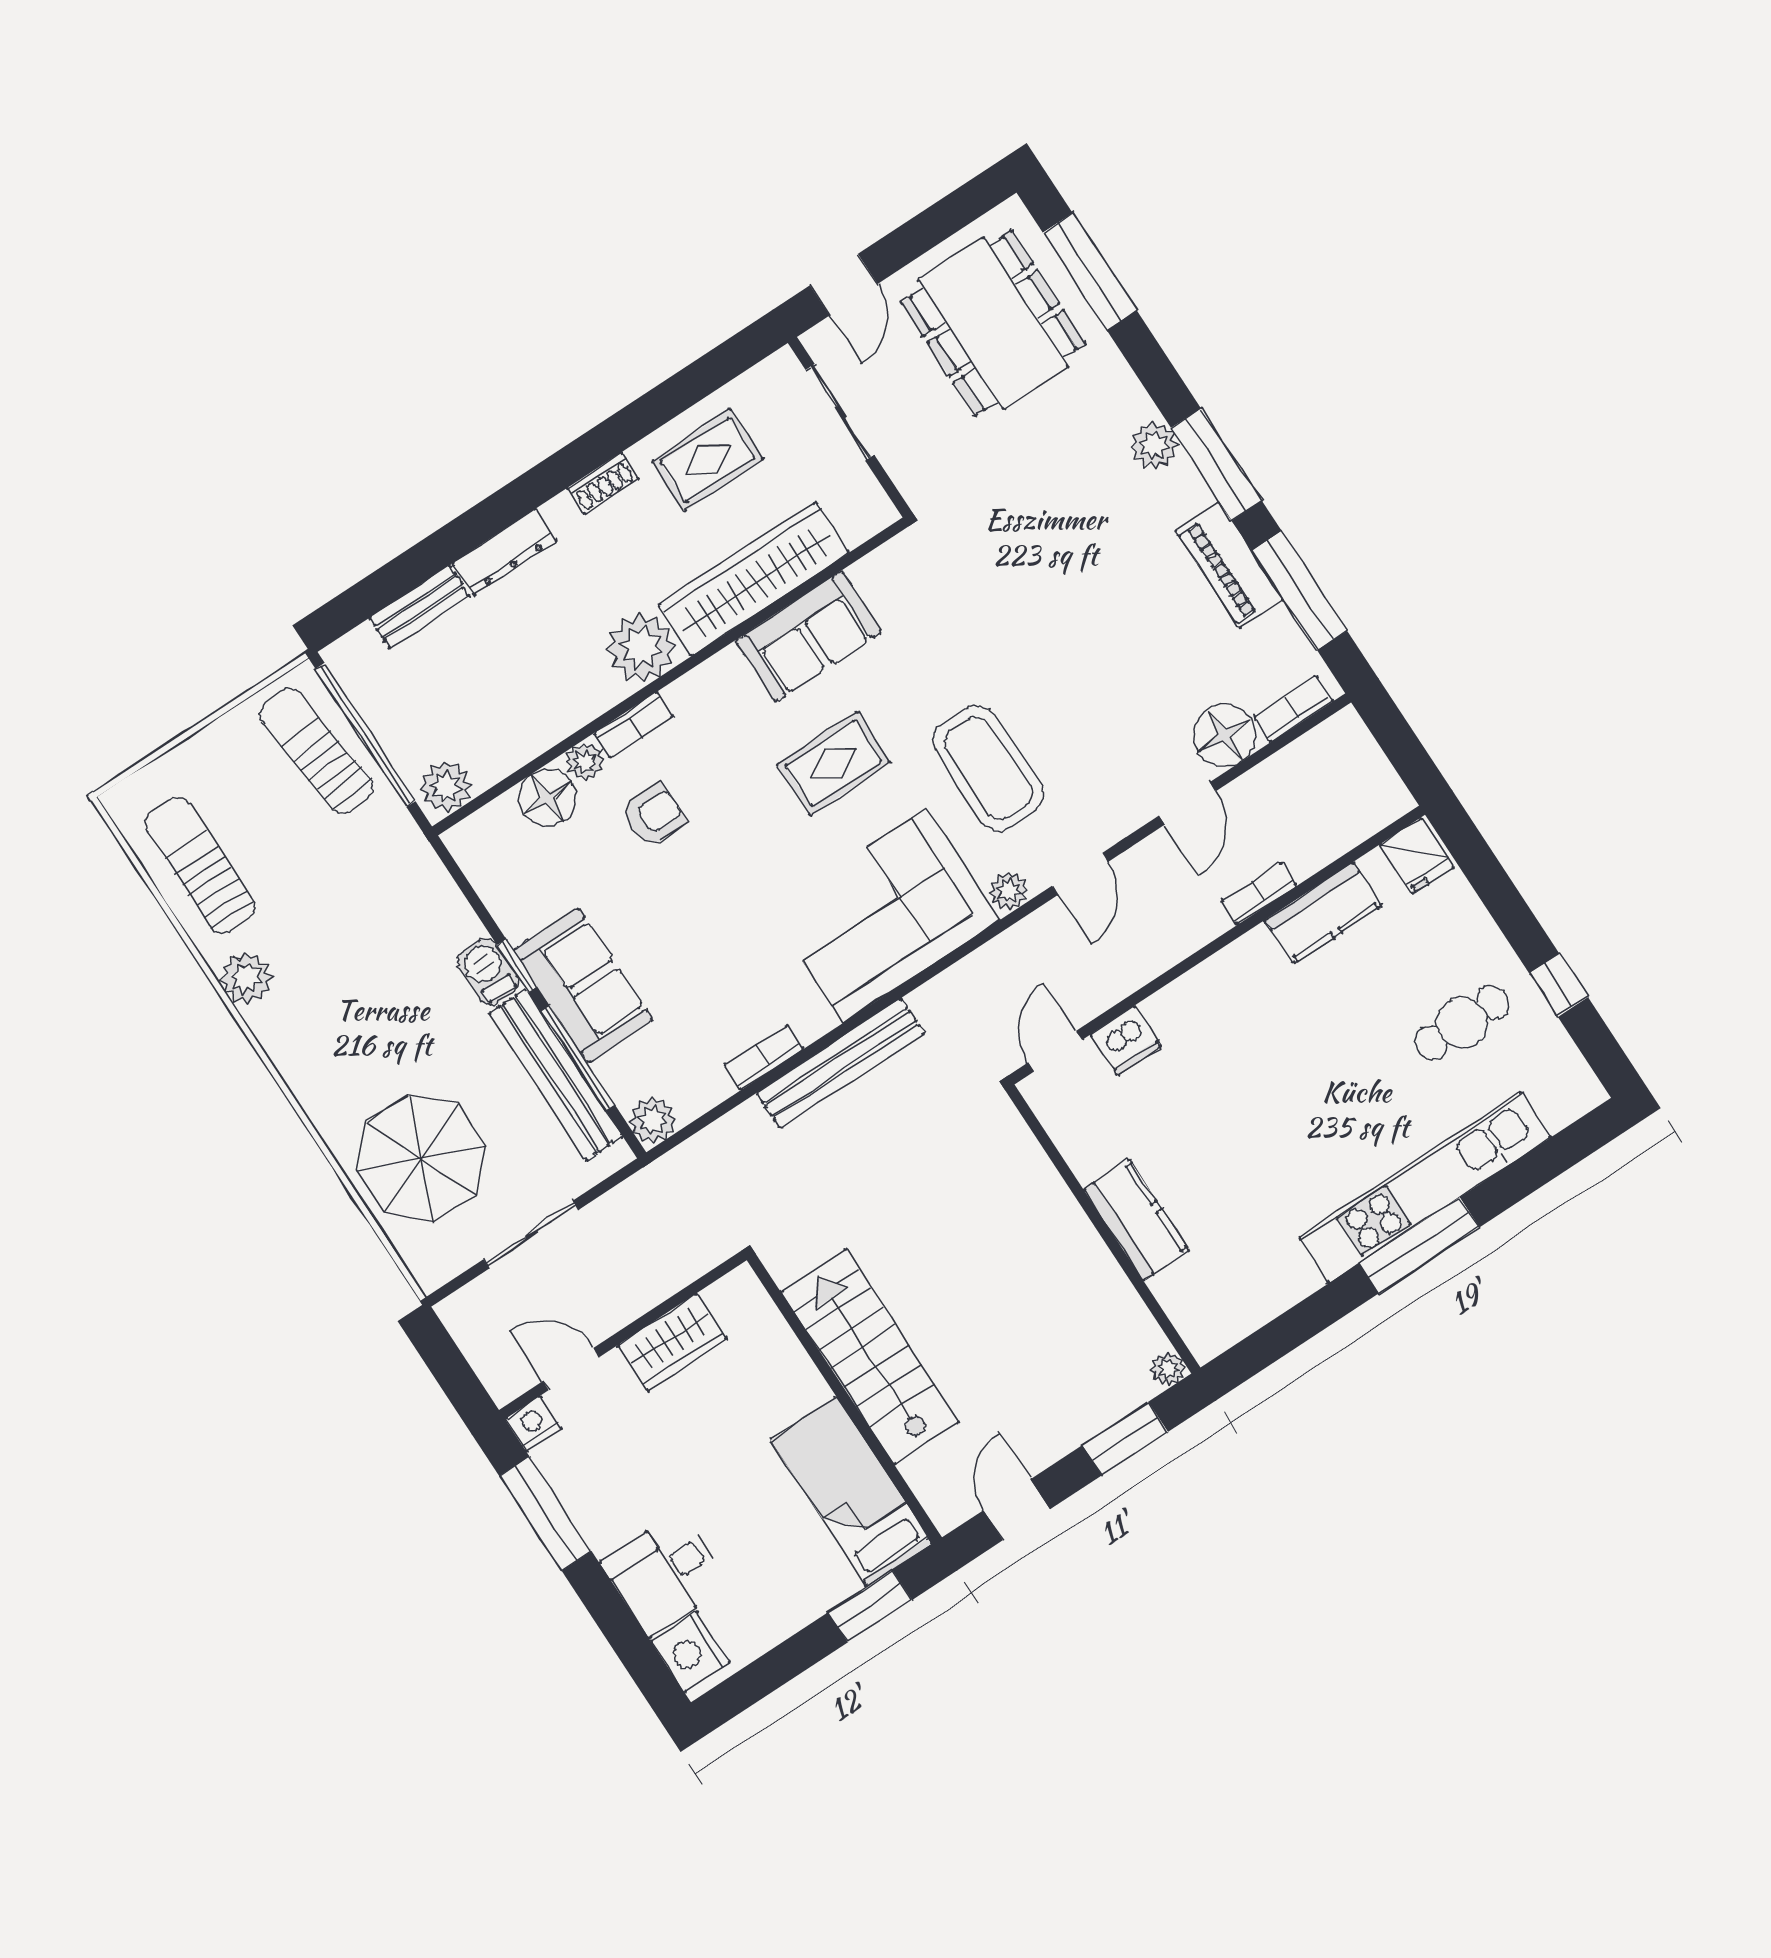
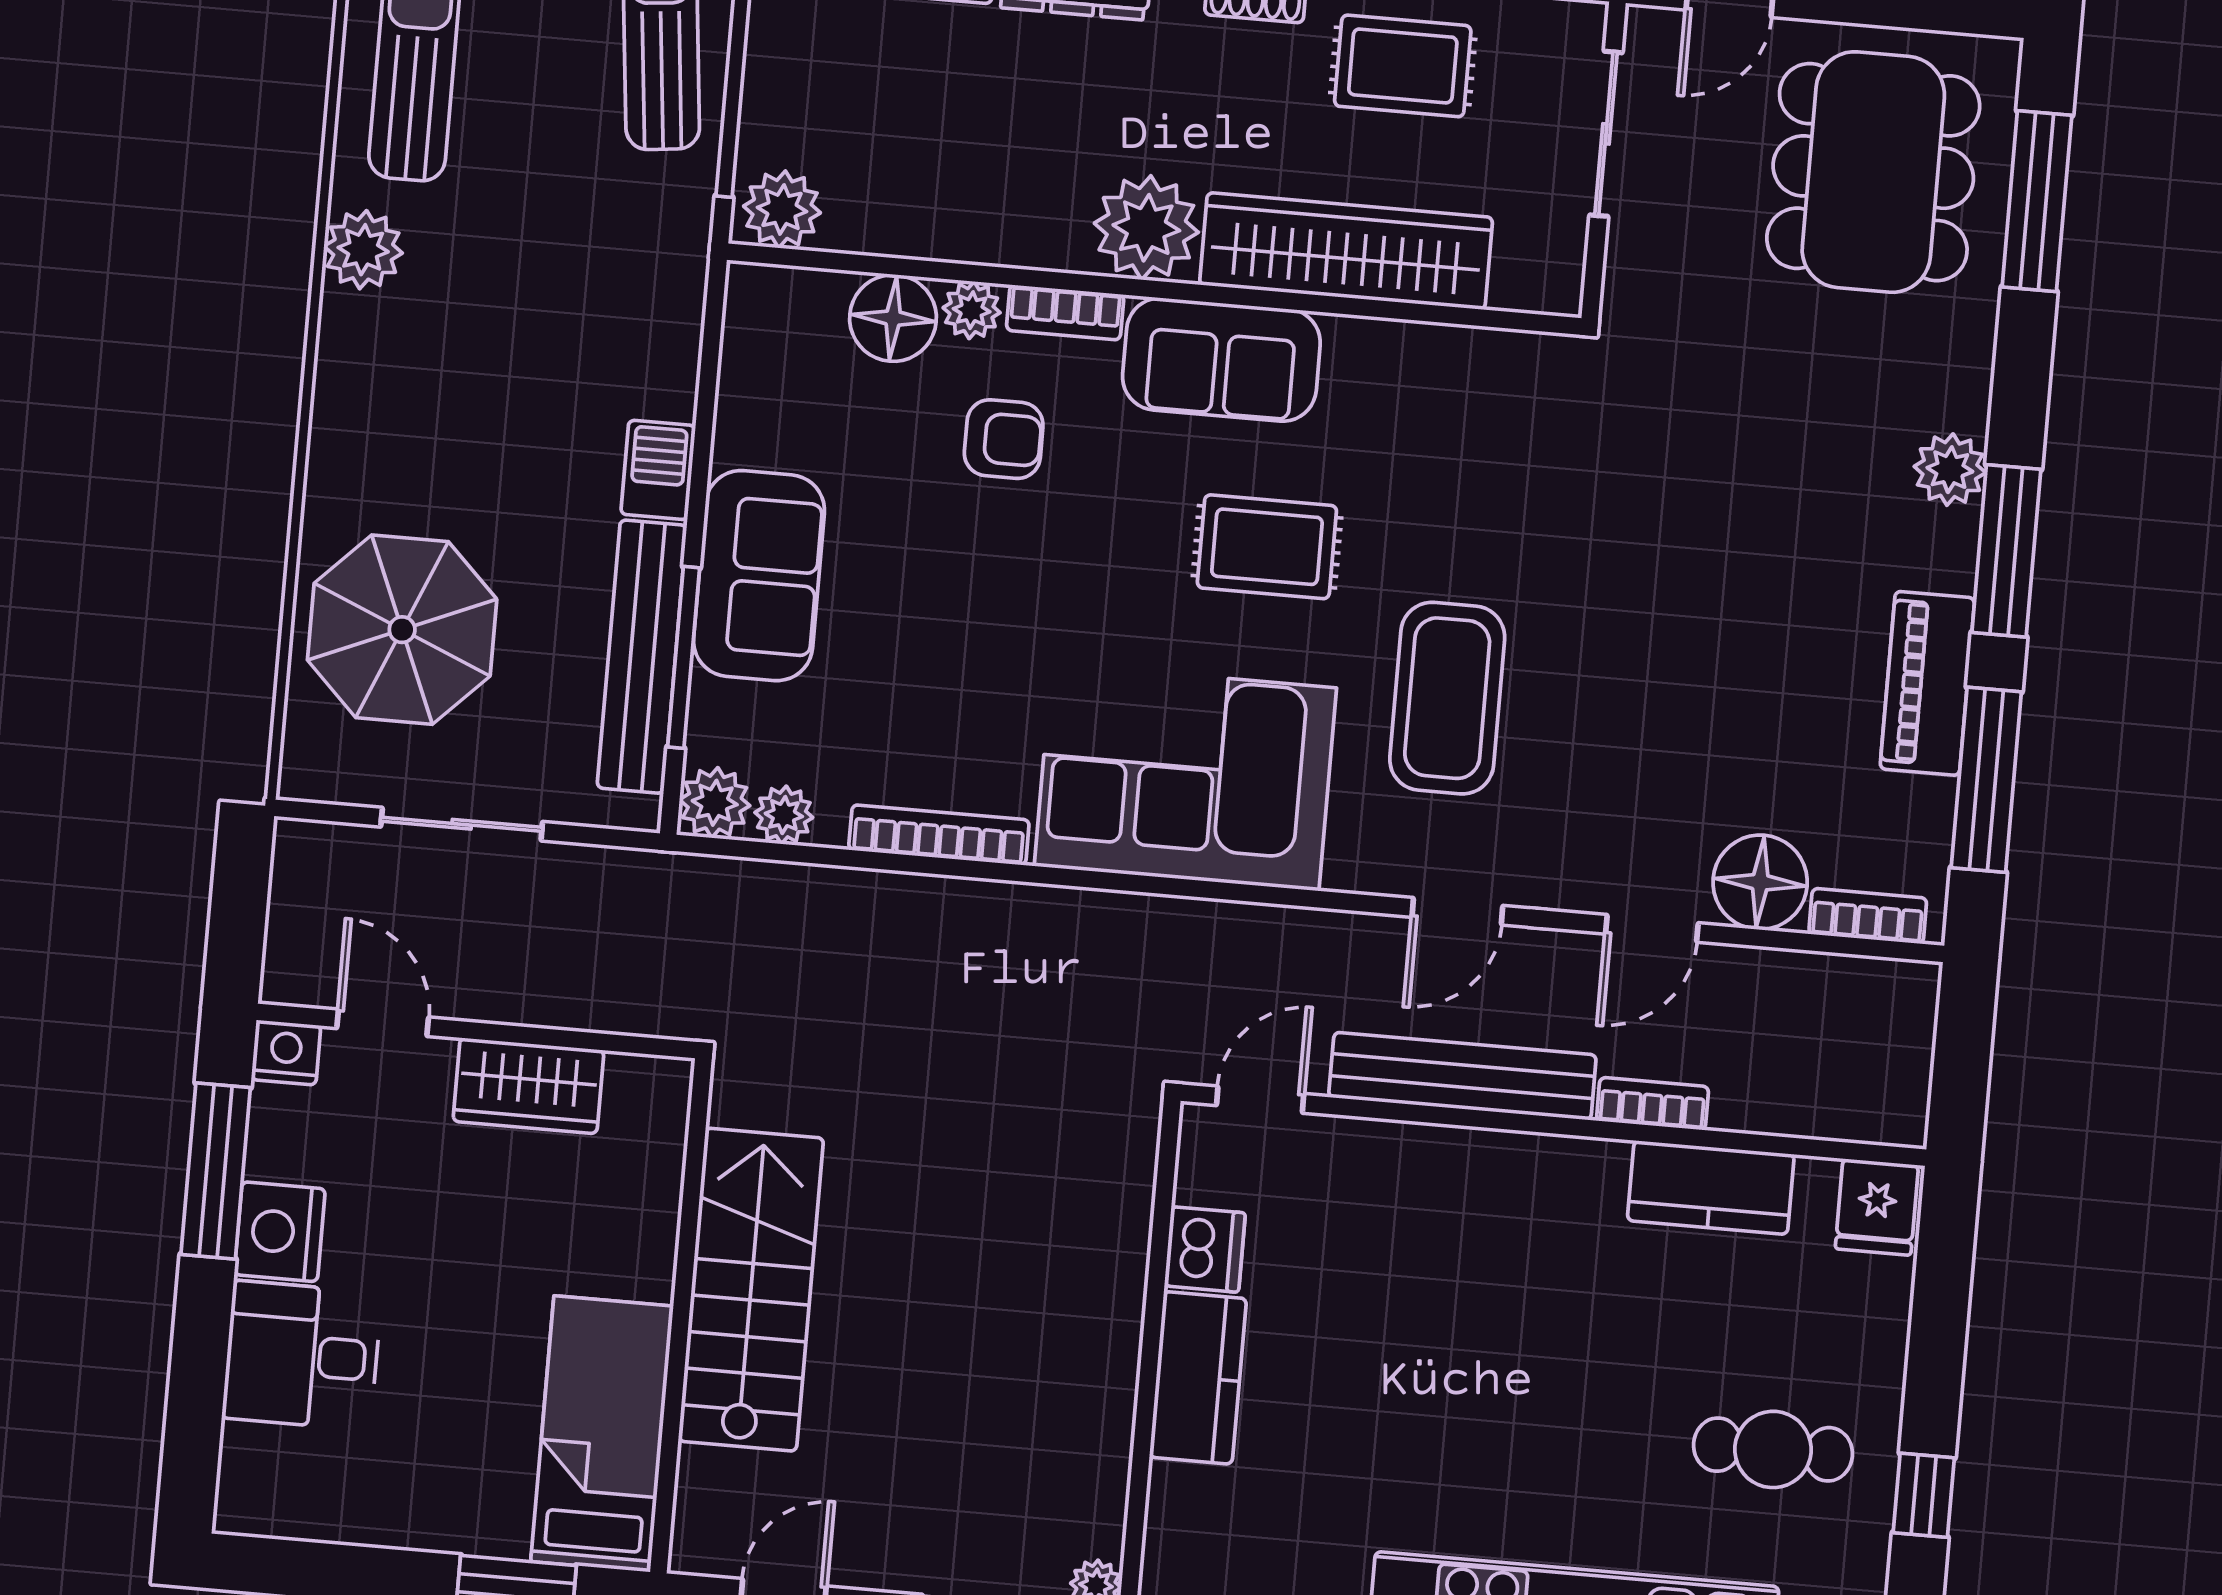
sofa: (809, 636) -> (1221, 360), moved
plant: (1009, 891) -> (784, 815), moved
window: (517, 966) -> (698, 490), removed
dishwasher: (1126, 1040) -> (1205, 1249), moved, turned -90
bookcase: (764, 1057) -> (939, 835), width x1.56
bench: (841, 1063) -> (1462, 1076), moved
nightstand: (691, 1652) -> (280, 1232), moved

